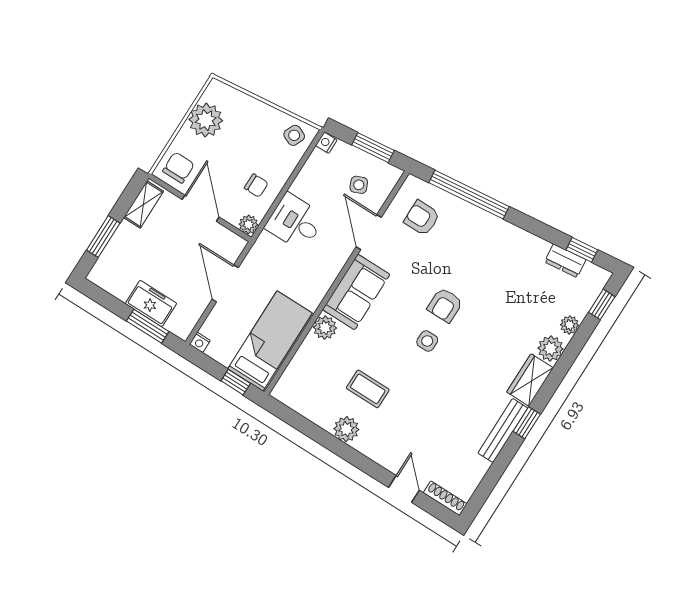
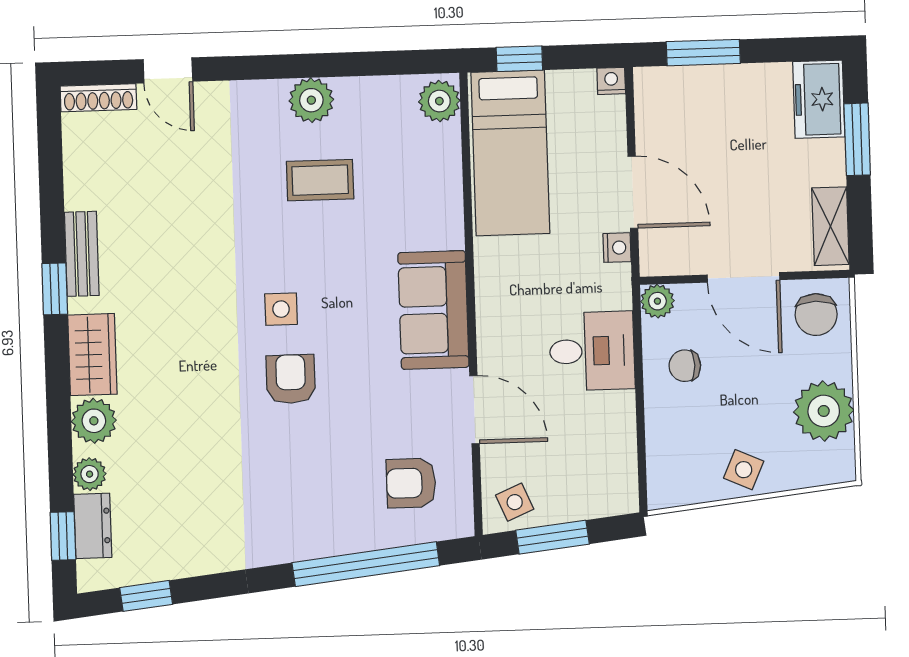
side table: (294, 135) -> (744, 470), moved
nightstand: (326, 143) -> (617, 248), moved
side table: (359, 185) -> (515, 502), moved
armchair: (422, 218) -> (411, 483), turned 180
dresser: (565, 261) -> (93, 526), moved, turned 96
freezer: (151, 303) -> (819, 99), moved, turned 90
plant: (325, 328) -> (439, 101), moved
bench: (503, 431) -> (82, 254), width x0.73

